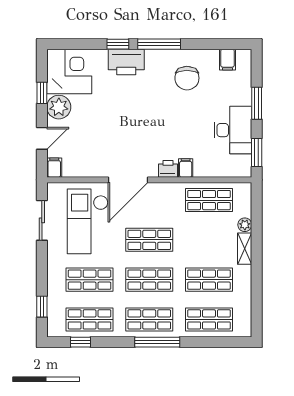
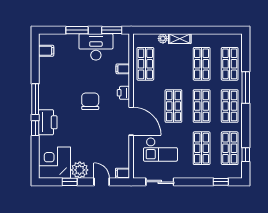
chair: (187, 78) -> (90, 101), moved, turned -90
filing cabinet: (186, 168) -> (123, 69), moved
checkout: (88, 221) -> (160, 149), width x0.73, depth x0.83
window: (157, 342) -> (246, 87), moved

